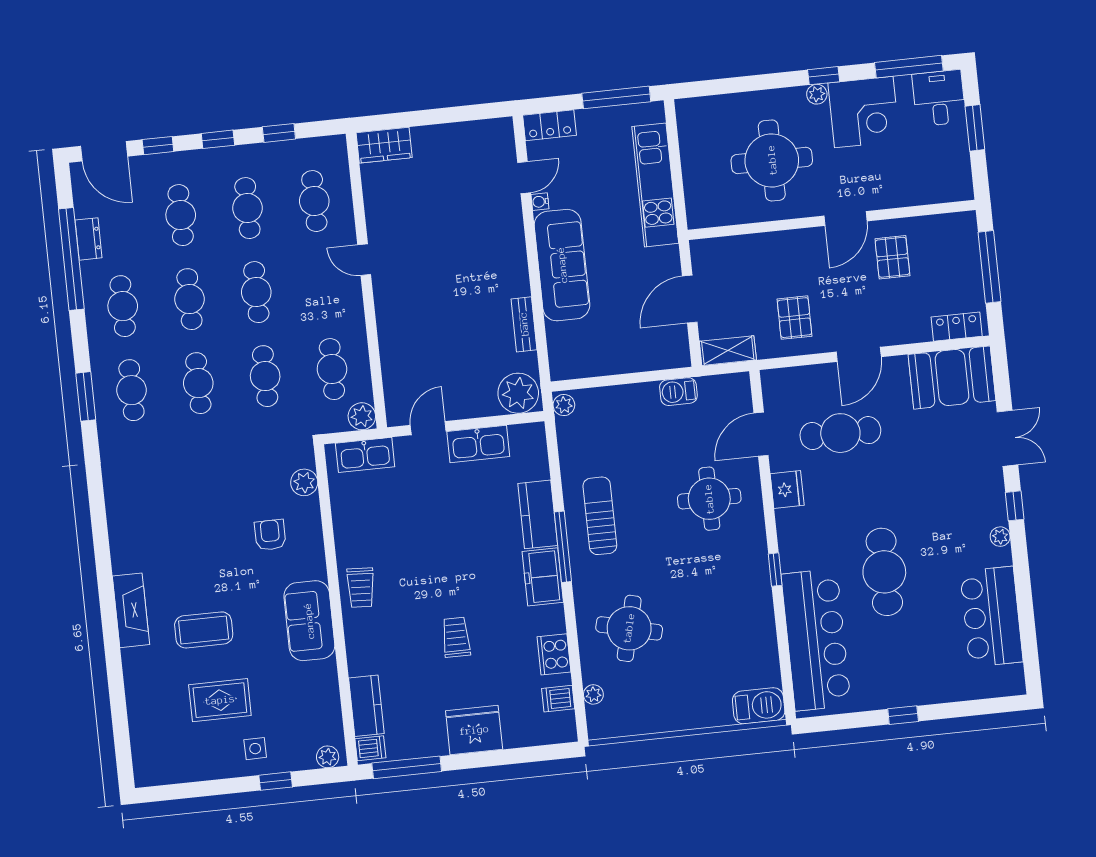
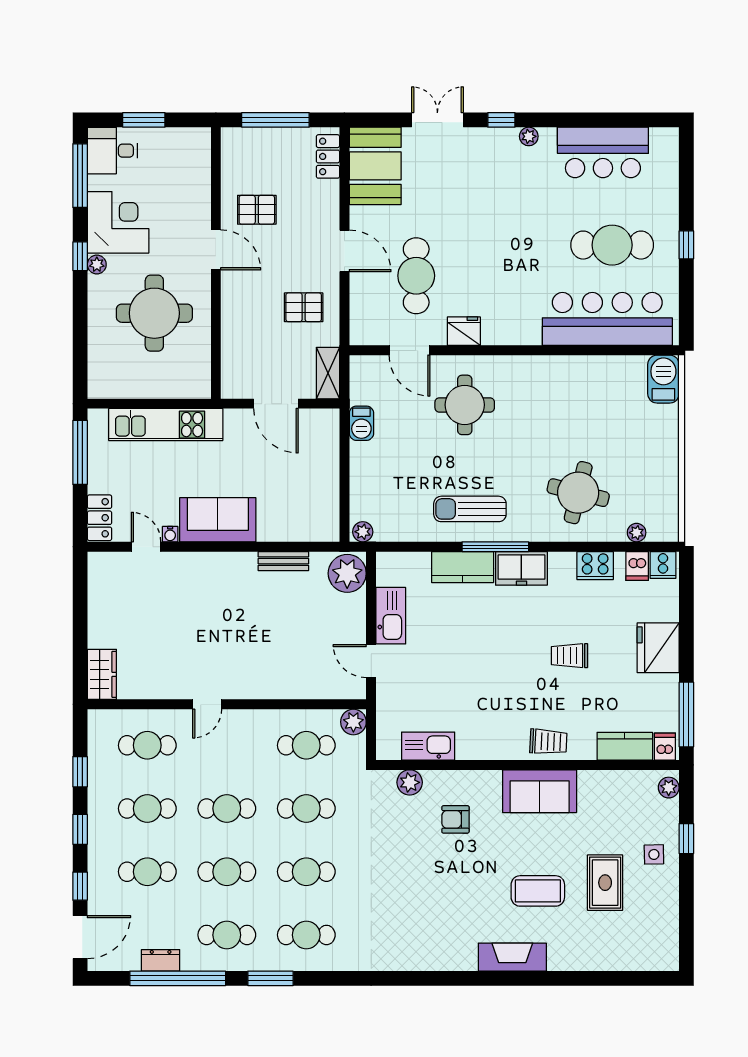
sofa: (562, 265) -> (218, 520), width x0.73
window: (86, 396) -> (270, 978), moved
kitchen sink: (365, 455) -> (428, 746), moved, turned -90
window: (775, 570) -> (538, 350), removed
cafe table: (884, 572) -> (612, 245), moved
trolley: (361, 588) -> (548, 742), moved
coffee table: (204, 630) -> (538, 891), turned 90
cooker: (562, 726) -> (663, 565), added

